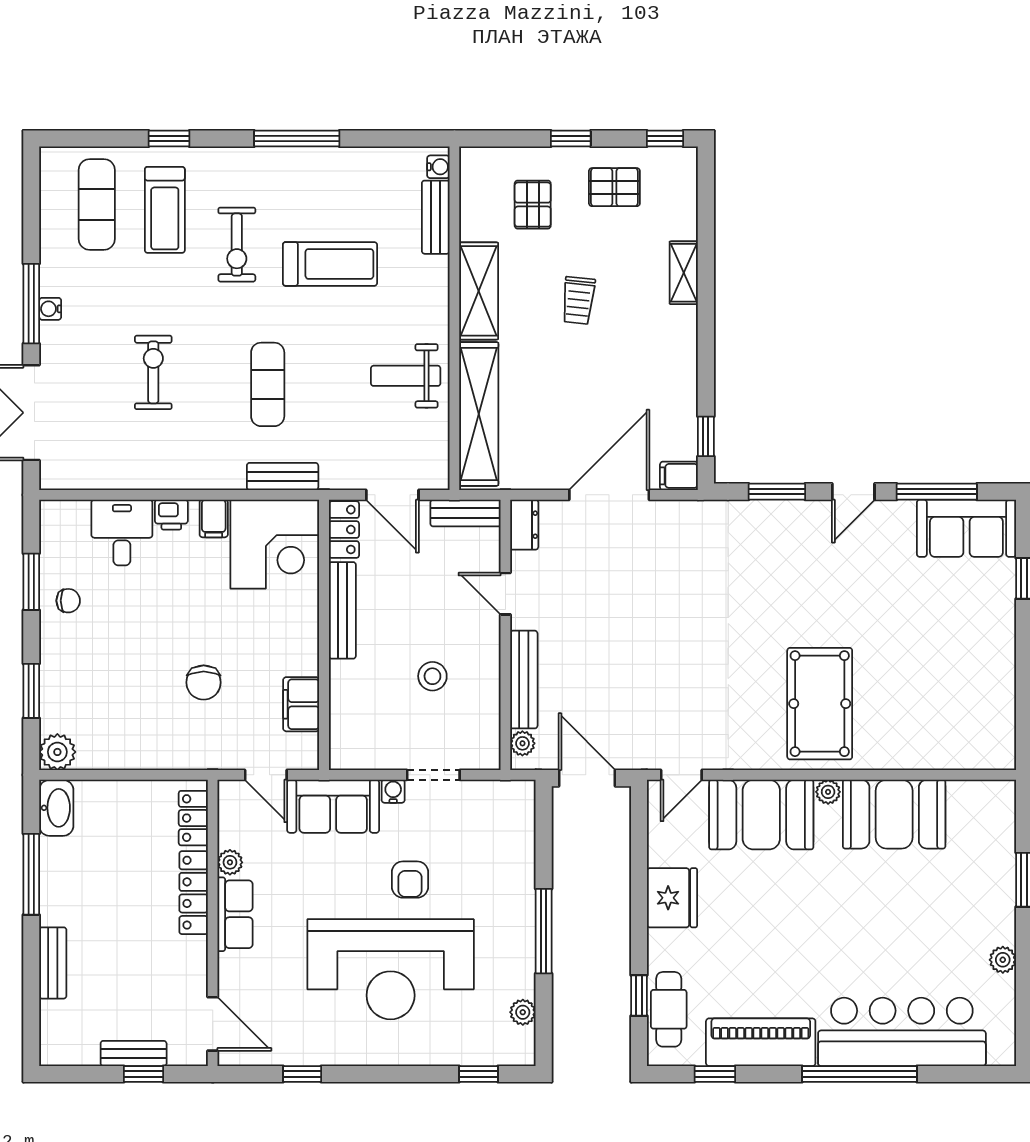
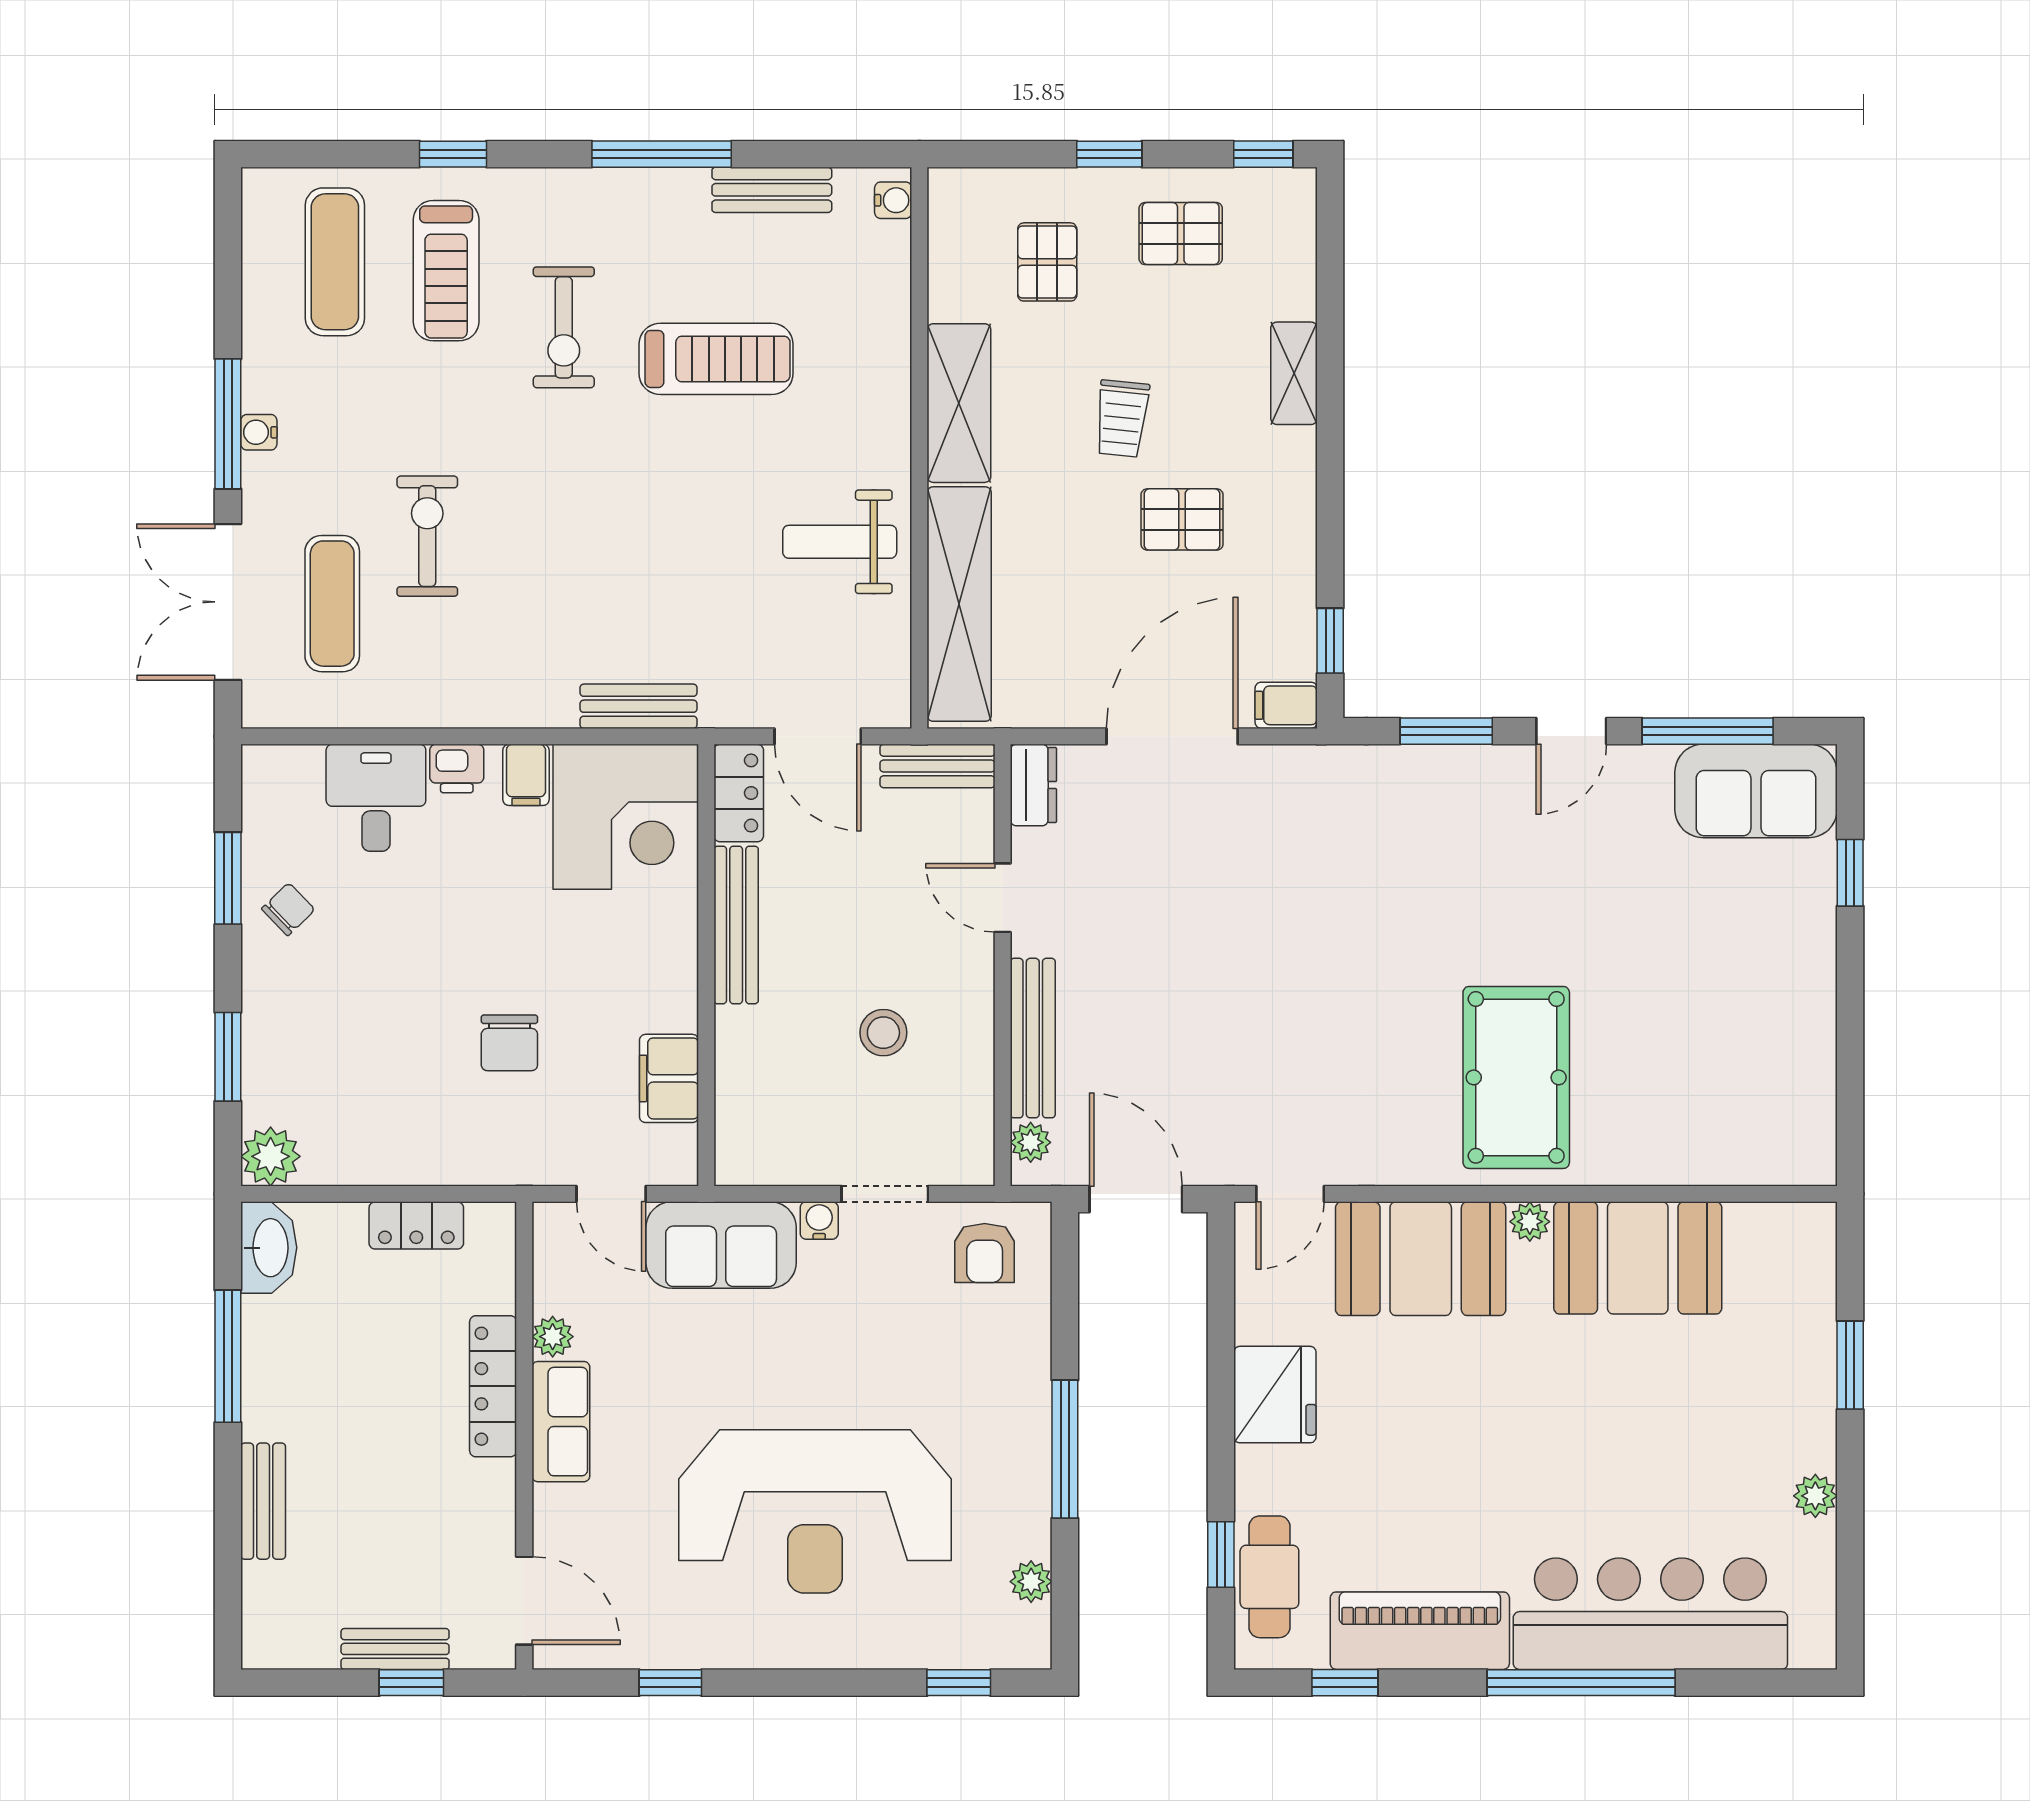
bench: (436, 217) -> (772, 190), moved, turned 90
pallet: (615, 362) -> (1182, 519), added
exercise mat: (268, 384) -> (332, 604), moved
chair: (68, 601) -> (288, 909), turned -44
locker: (193, 818) -> (416, 1225), moved, turned -90
armchair: (410, 880) -> (985, 1253), moved

